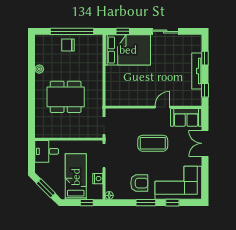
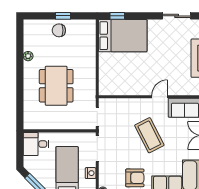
window: (72, 31) -> (63, 16), width x0.32
sliding door: (165, 31) -> (177, 16), moved
dining table: (66, 97) -> (56, 86), turned 90
coffee table: (153, 143) -> (149, 135), turned 63

